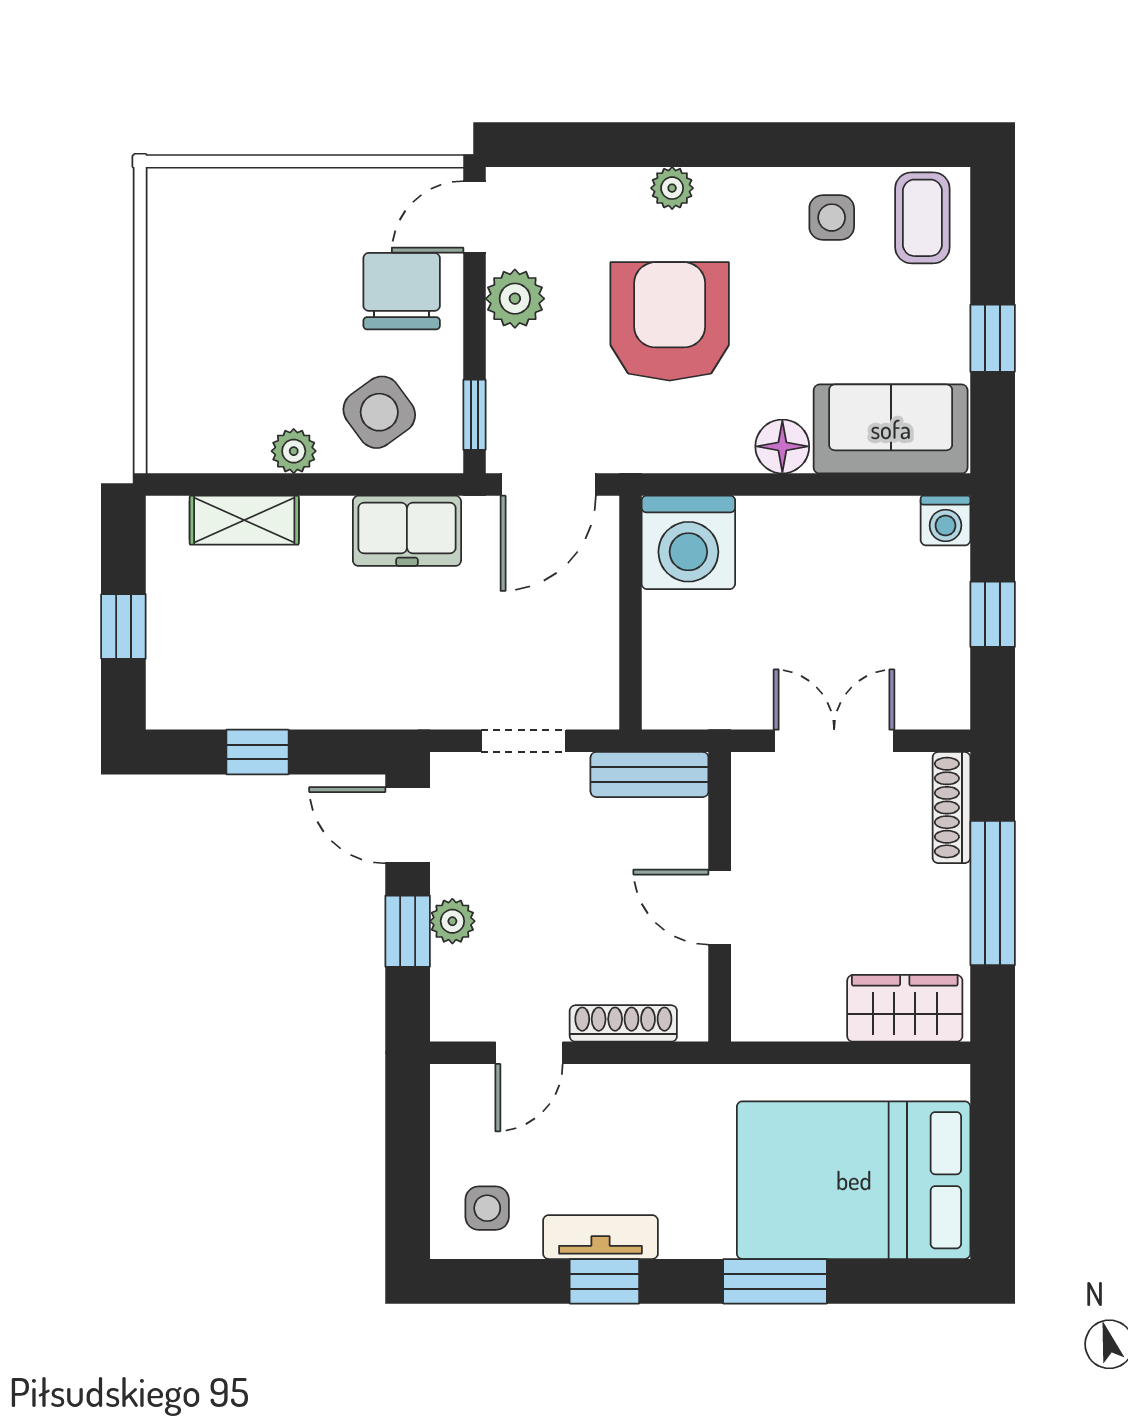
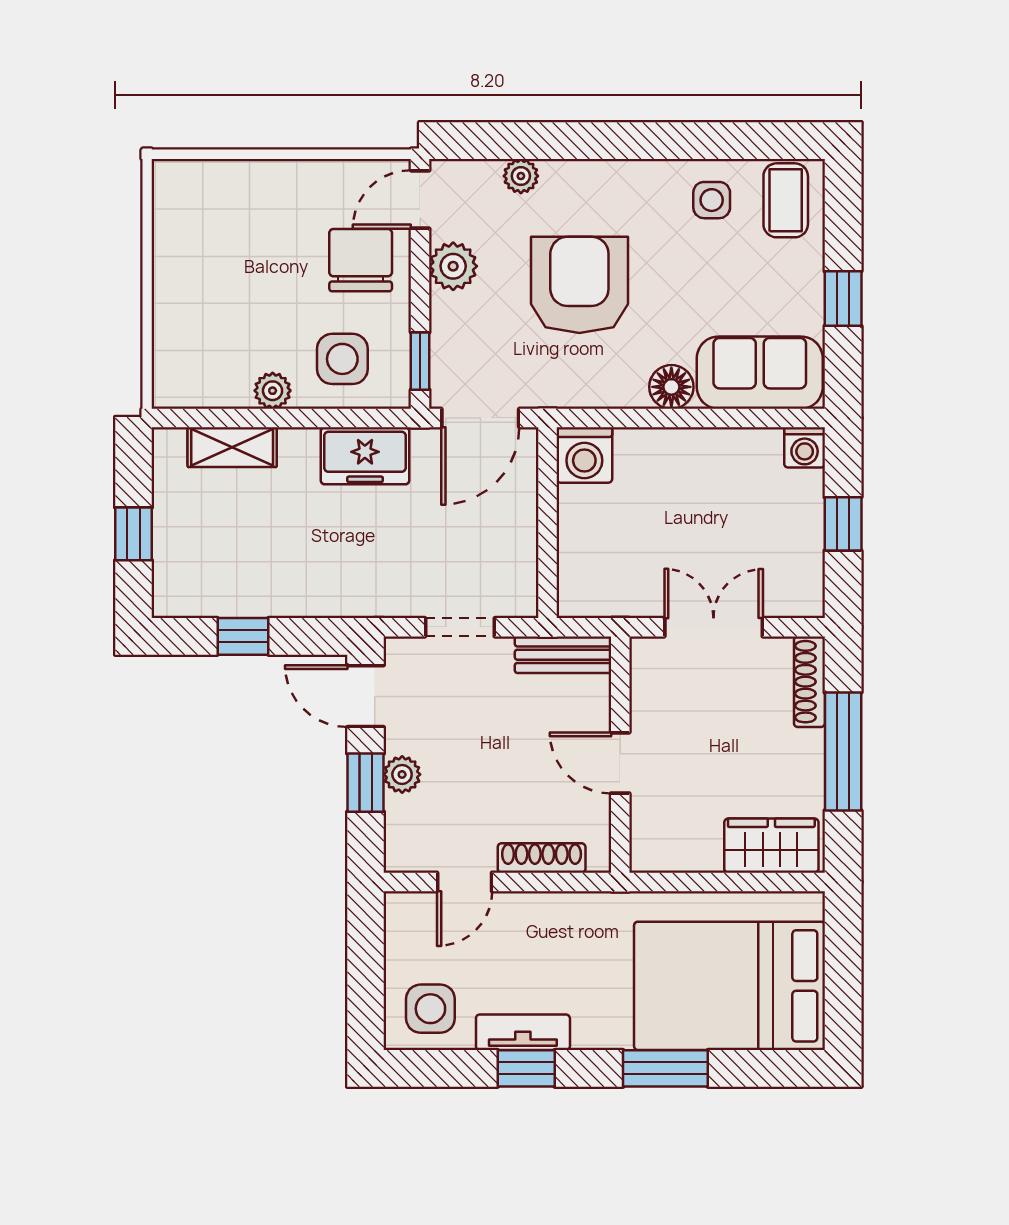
plant: (672, 188) -> (521, 176), moved
side table: (379, 412) -> (342, 359), turned 36
washing machine: (688, 542) -> (584, 455), width x0.73, depth x0.73
side table: (487, 1208) -> (430, 1009), width x1.37, depth x1.37

